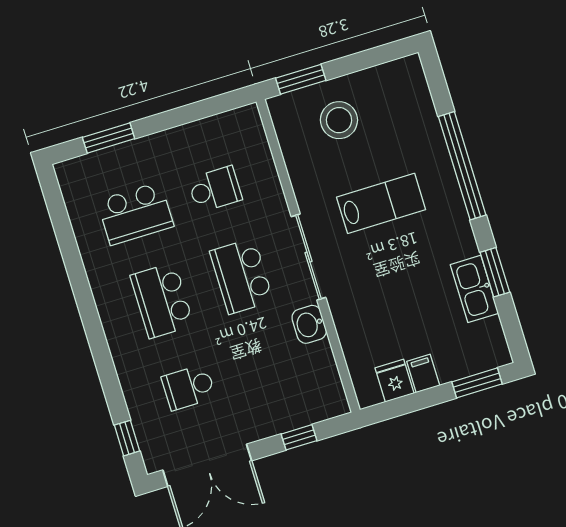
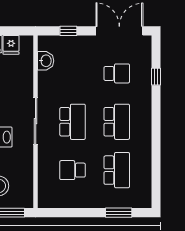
school desk: (135, 213) -> (117, 170), turned 90
washbasin: (309, 324) -> (46, 61), moved
window: (127, 438) -> (156, 77), moved

